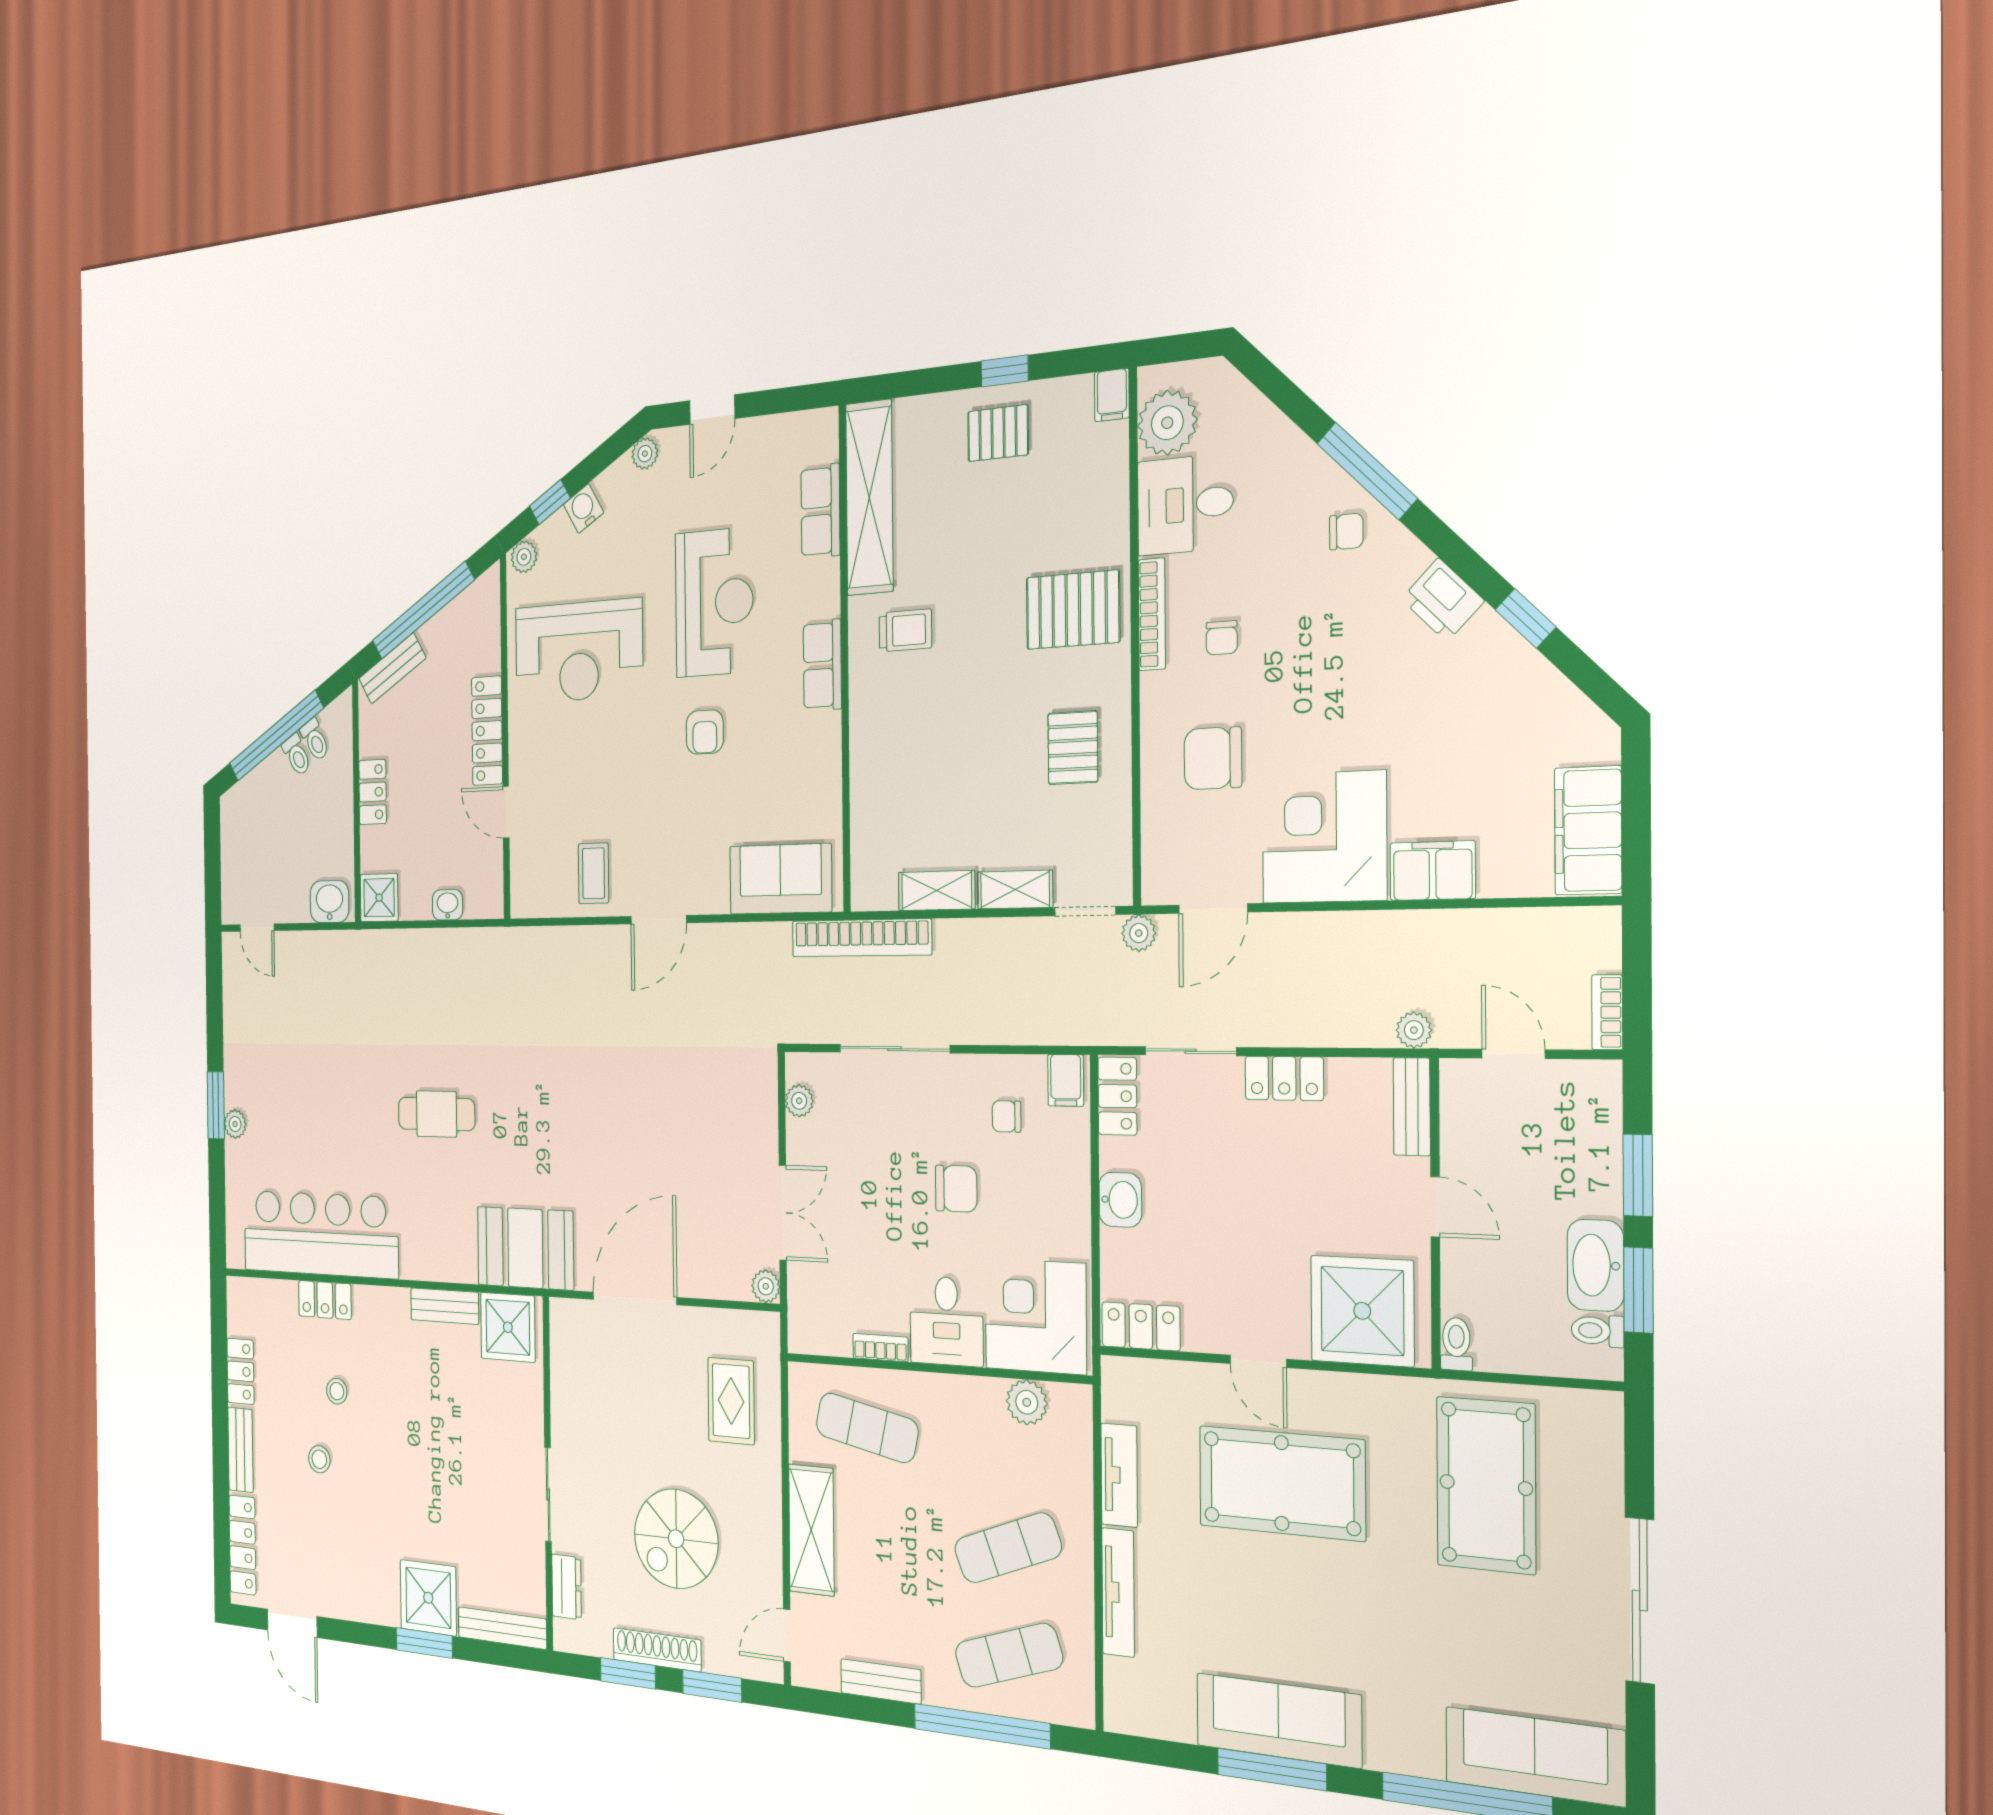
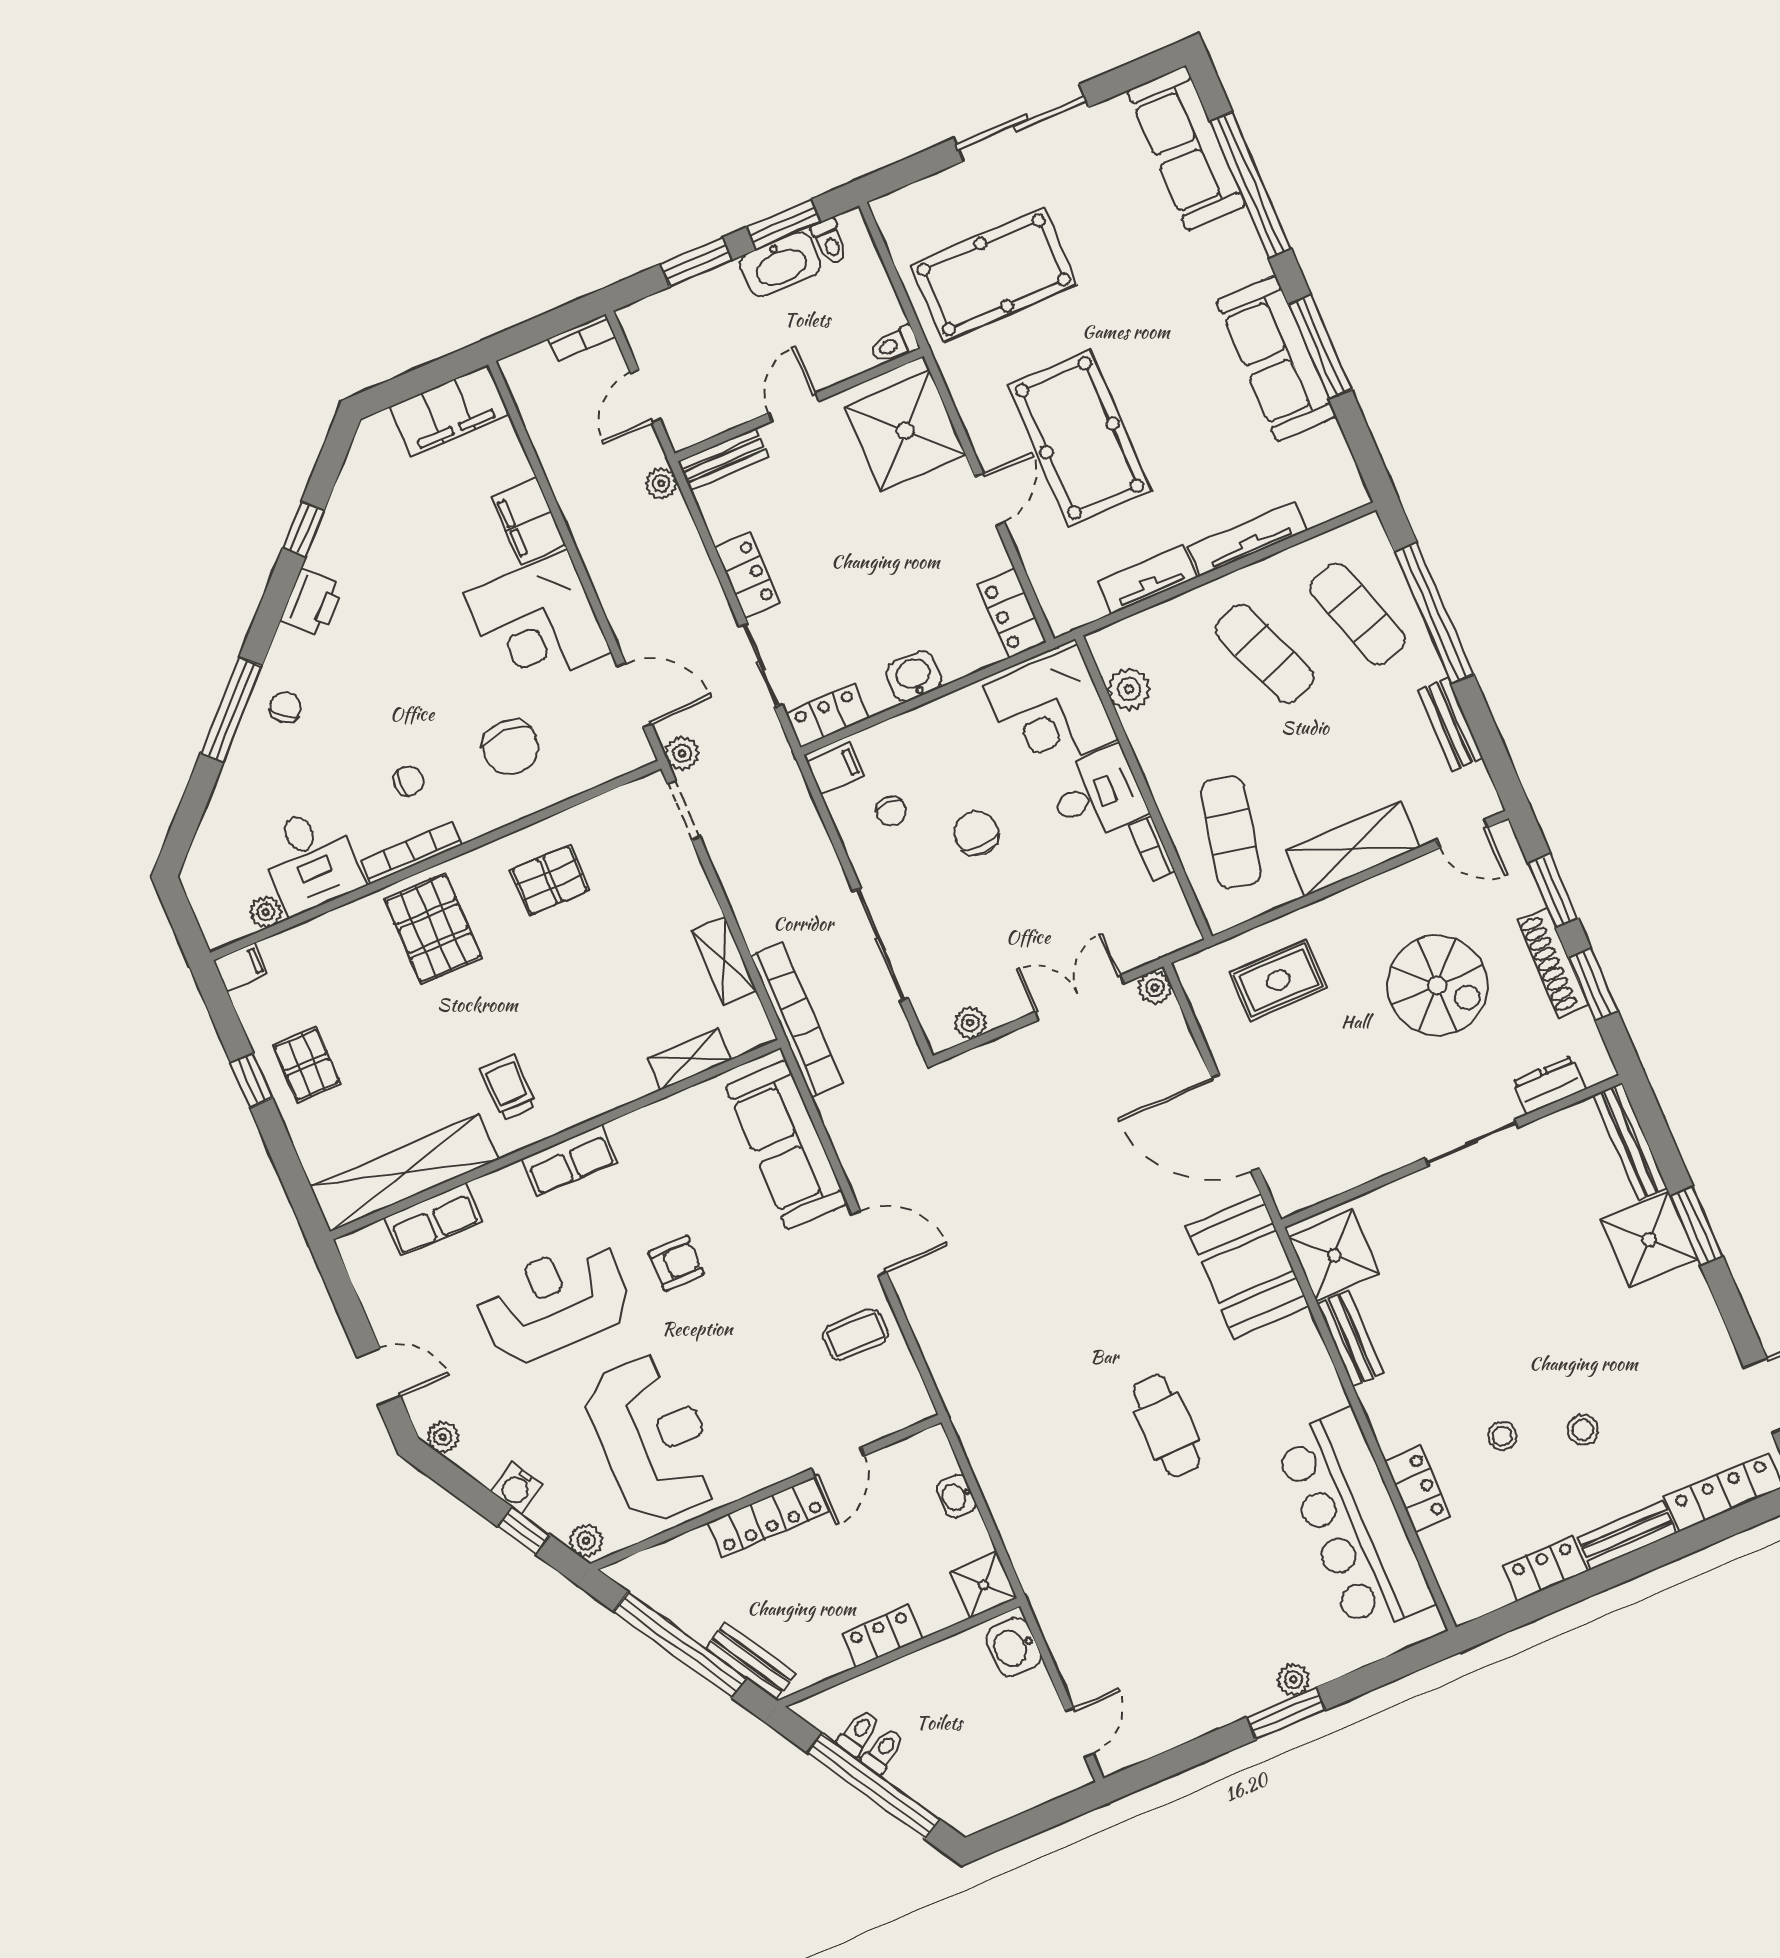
plant: (1167, 423) -> (266, 912), width x0.53, depth x0.53
chair: (1346, 532) -> (285, 707), turned 37
sofa: (780, 879) -> (786, 1145), width x1.36
shelving: (1015, 890) -> (690, 1059), moved, turned 90

